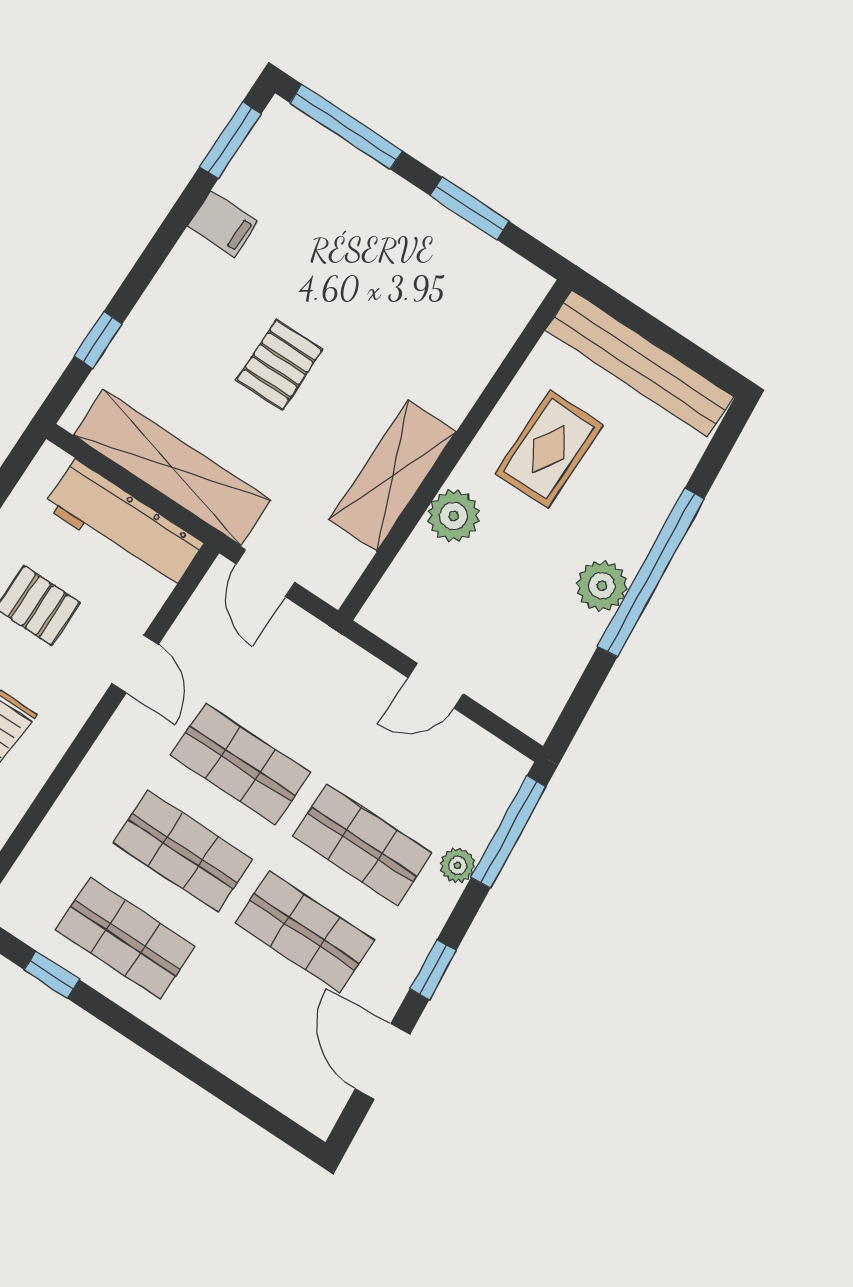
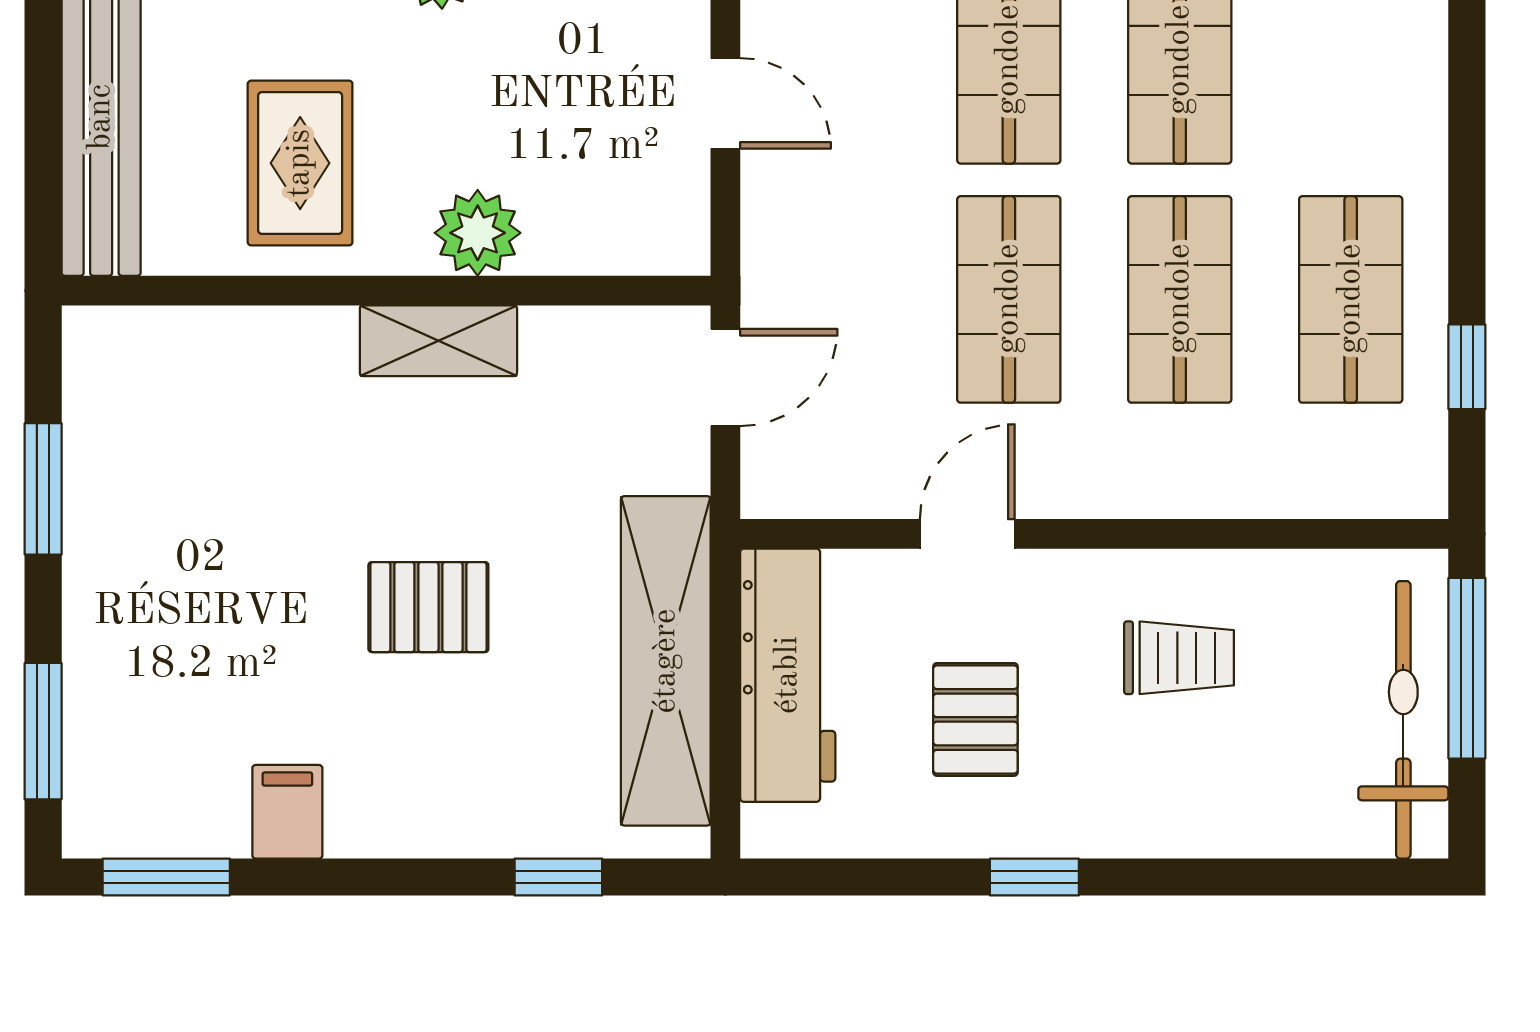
window: (346, 127) -> (43, 731), width x0.69
rug: (549, 449) -> (300, 163), turned 90
shelving: (393, 476) -> (438, 341), width x0.67, depth x0.75
door: (266, 573) -> (725, 377), moved

